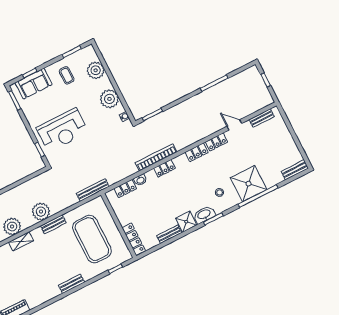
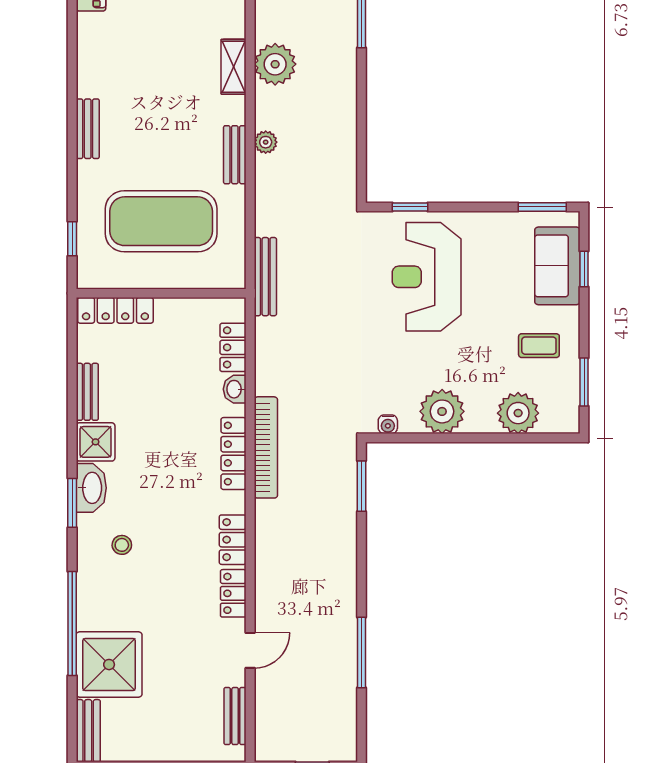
locker: (164, 168) -> (234, 454), width x1.53
shower: (249, 184) -> (109, 665), moved
plant: (41, 212) -> (266, 142), width x0.53, depth x0.53

